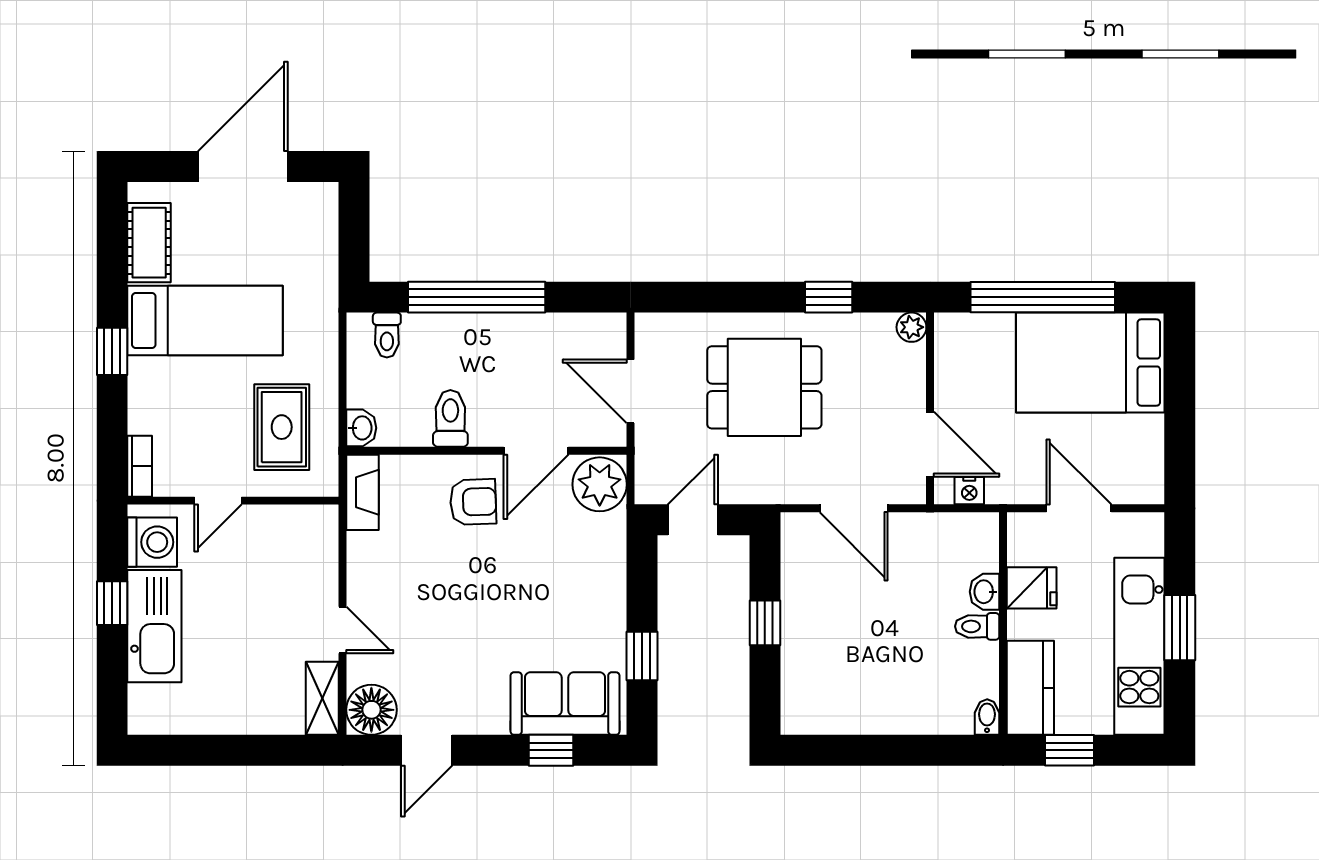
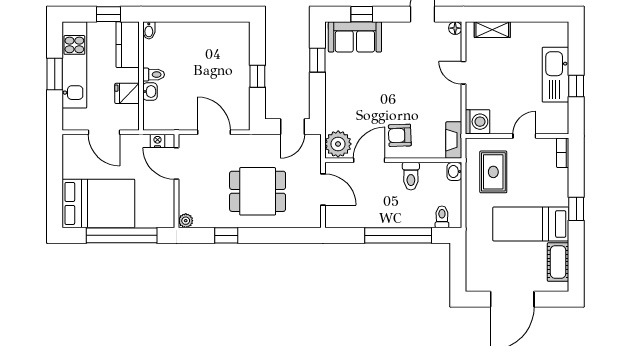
washing machine: (152, 542) -> (478, 122), moved, turned 180
shelving: (322, 698) -> (492, 30), moved, turned 90
floor lamp: (371, 710) -> (455, 28), width x0.53, depth x0.53

